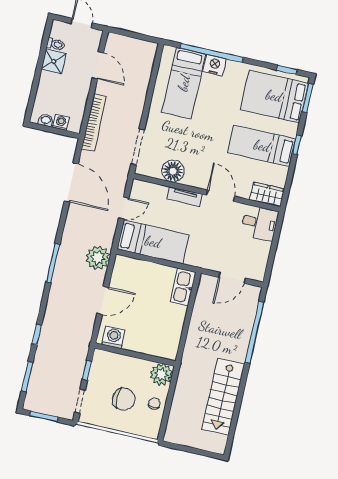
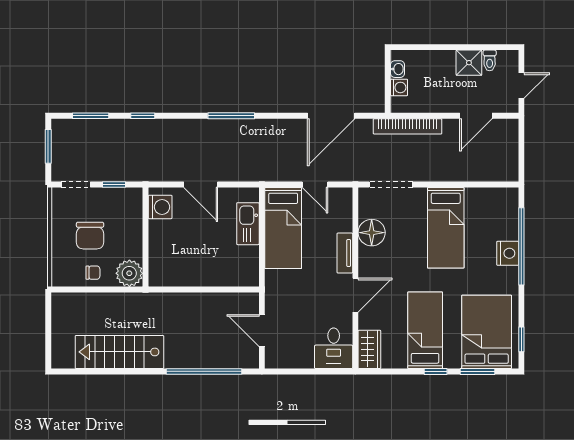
bed: (184, 83) -> (446, 228), moved, turned -90
window: (308, 98) -> (477, 371), moved
plant: (98, 258) -> (250, 167), removed
kitchen sink: (183, 287) -> (248, 224), moved, turned -90

